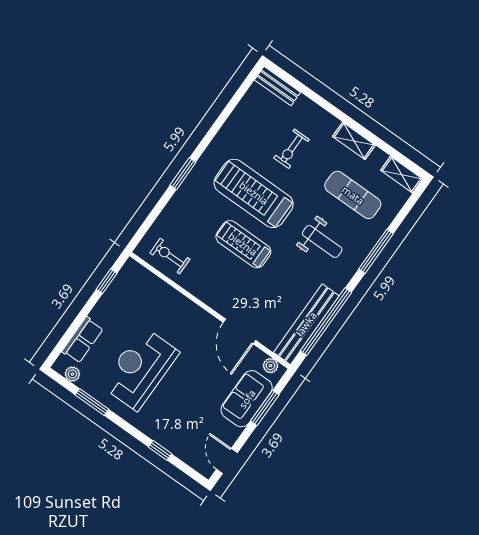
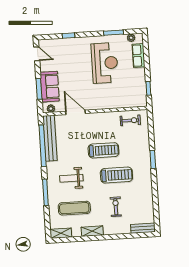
treadmill: (254, 193) -> (116, 175), width x0.73, depth x0.73

